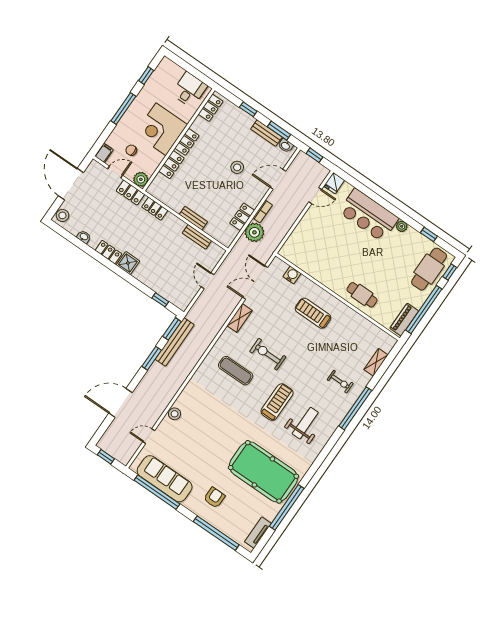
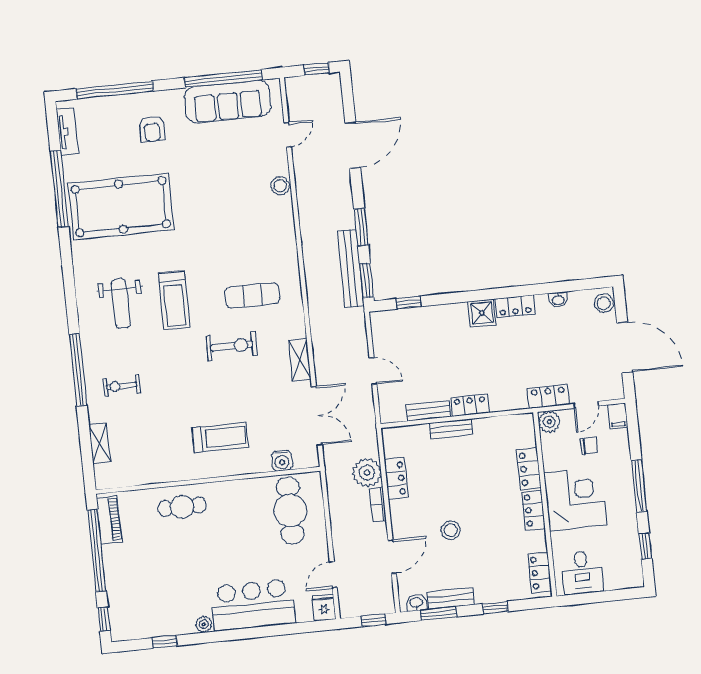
locker: (155, 209) -> (470, 405), moved
cafe table: (429, 269) -> (290, 511), moved

